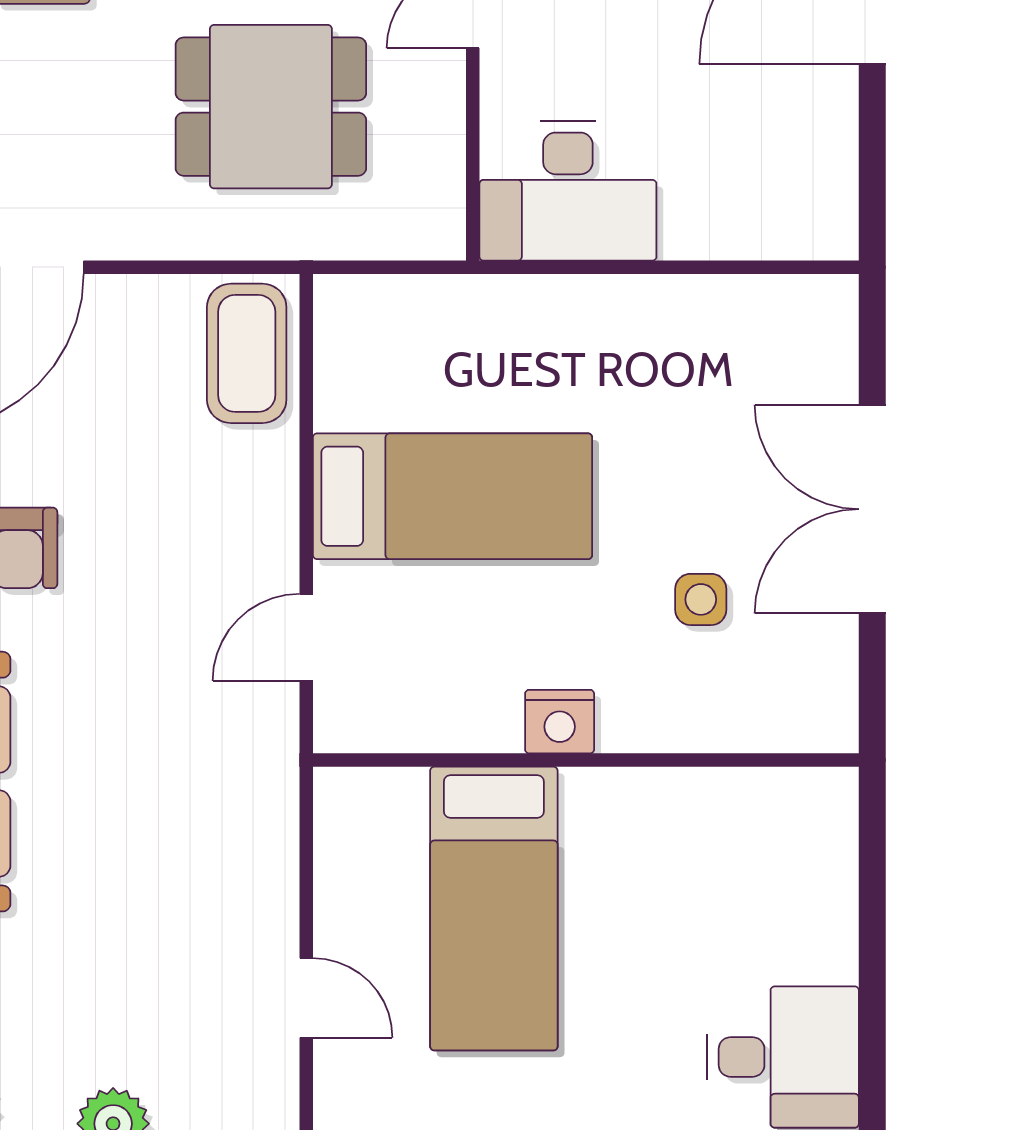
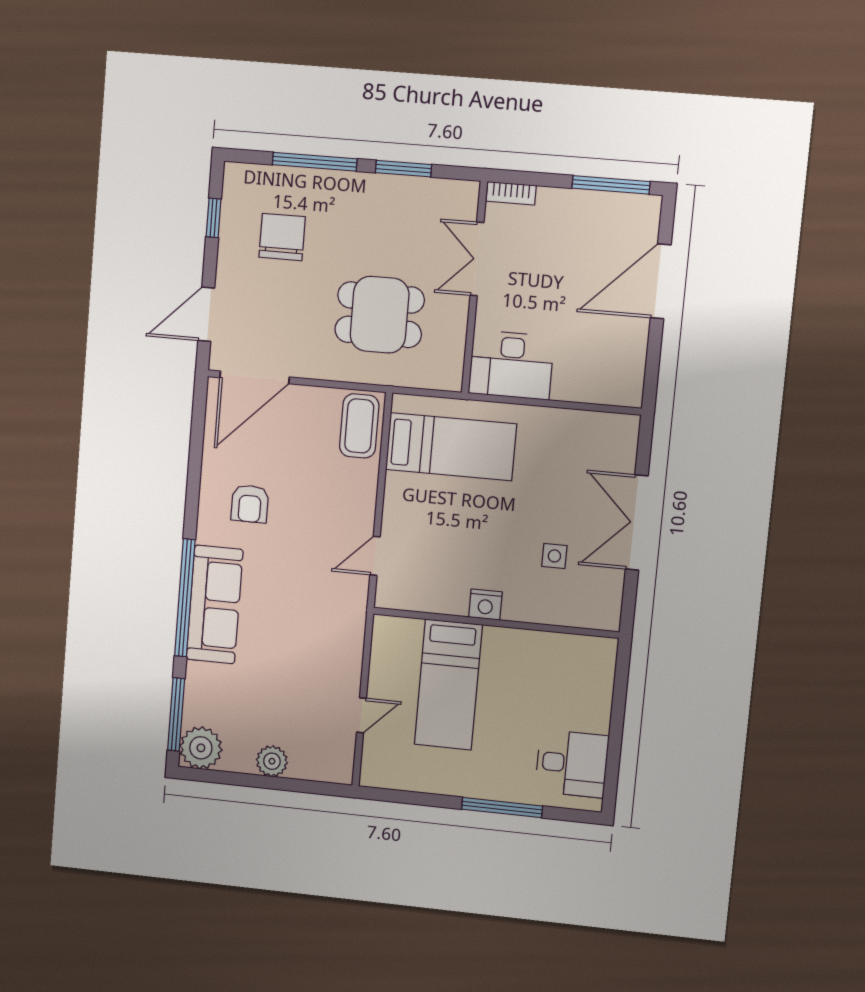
bed: (453, 496) -> (451, 447), moved
door: (306, 998) -> (361, 715), hinge flipped

